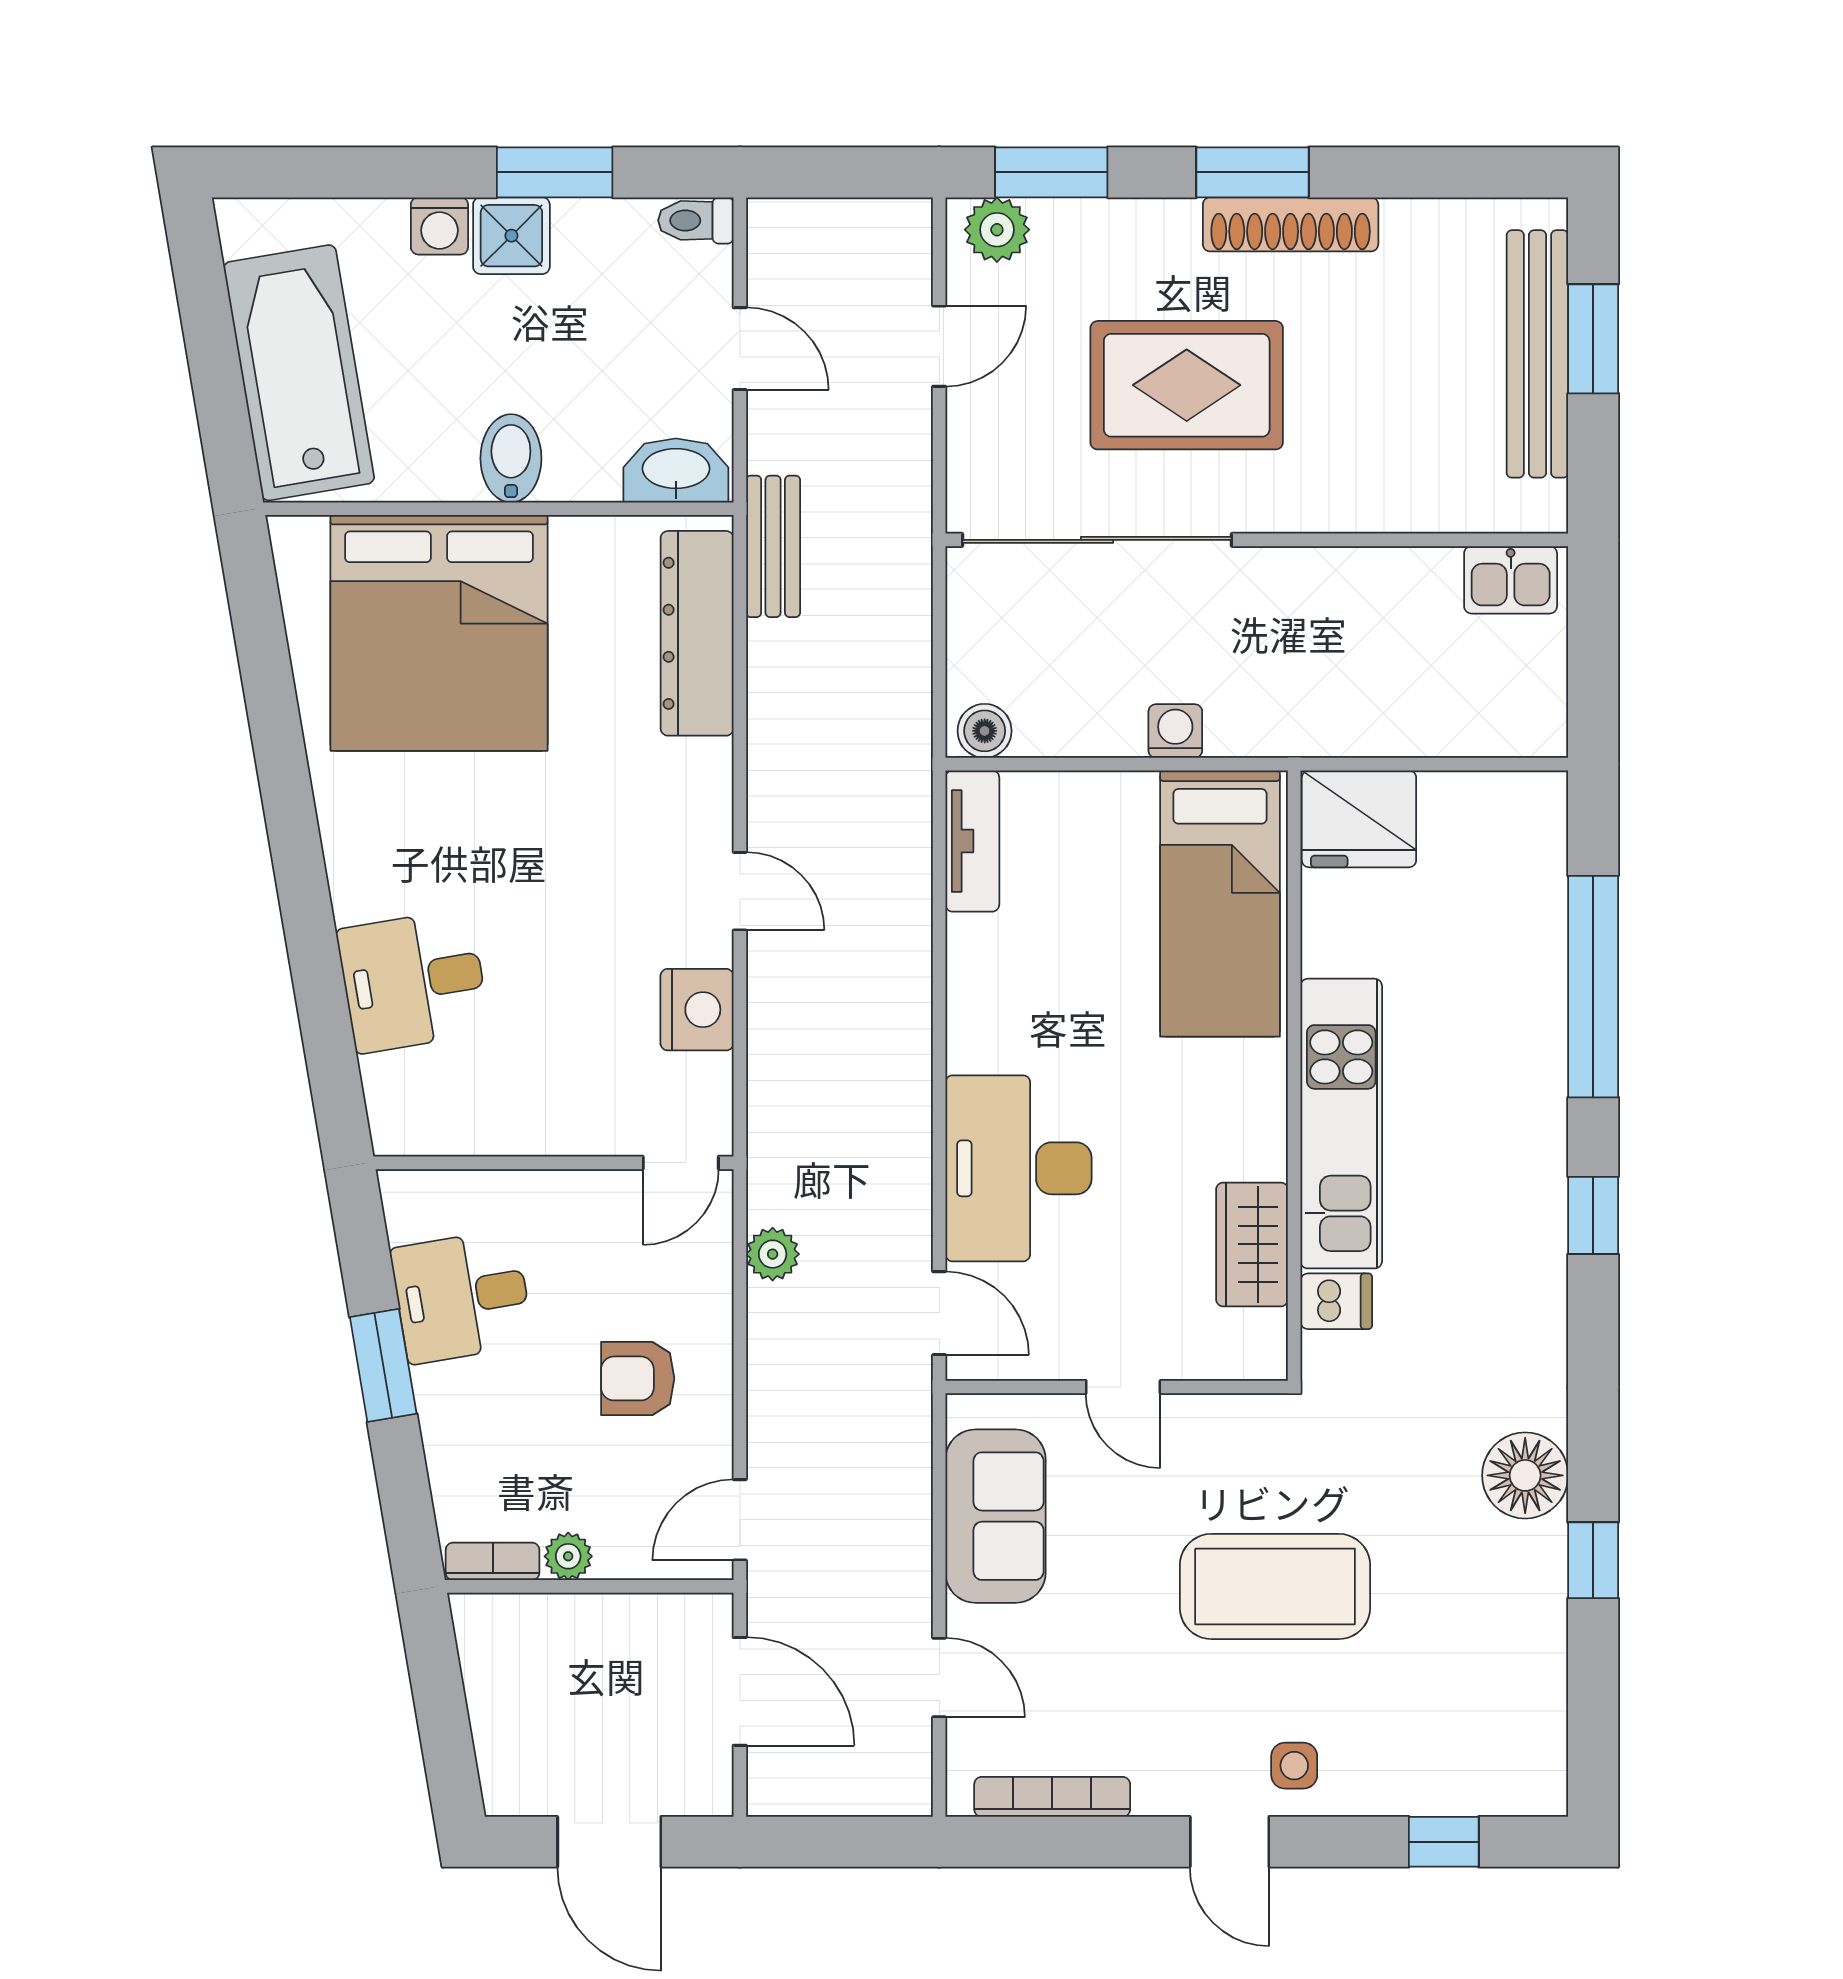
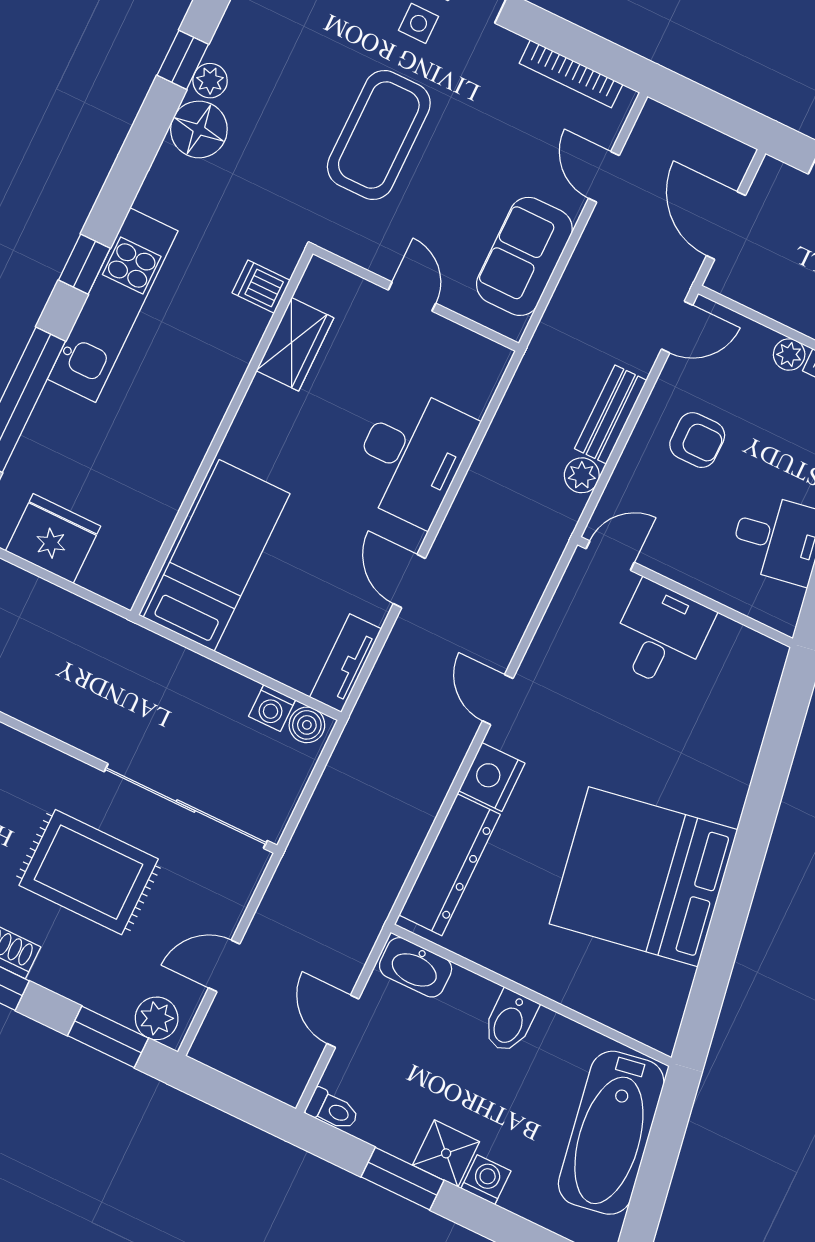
bench: (773, 546) -> (611, 414), moved
bed: (439, 633) -> (643, 877), moved, turned -100
washing machine: (1175, 731) -> (272, 708), moved
fridge: (1359, 819) -> (53, 539), moved
desk: (413, 981) -> (661, 635), moved, turned -80
nightstand: (697, 1010) -> (492, 777), moved
kitchen unit: (1341, 1124) -> (113, 305), moved, turned 180
door: (939, 1313) -> (409, 581), moved
plant: (1542, 1550) -> (210, 81), added
coffee table: (1275, 1586) -> (379, 135), turned 90

